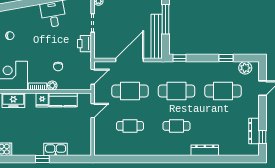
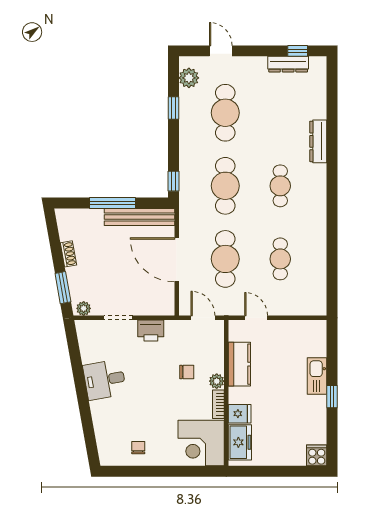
fridge: (42, 100) -> (240, 414), moved

